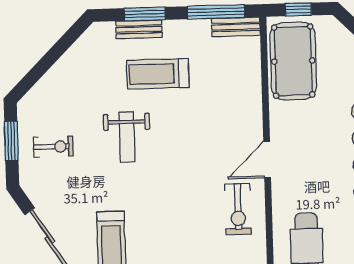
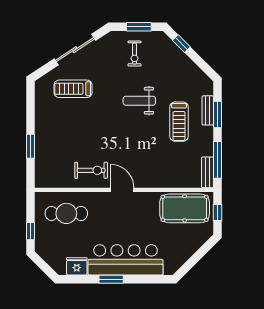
window: (36, 74) -> (181, 44), added
treadmill: (158, 74) -> (179, 122), turned 180
exercise bike: (238, 209) -> (91, 170), turned 180

